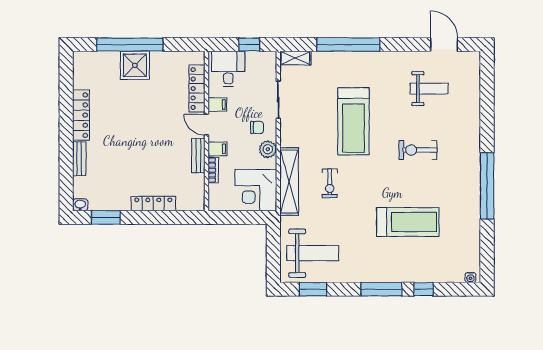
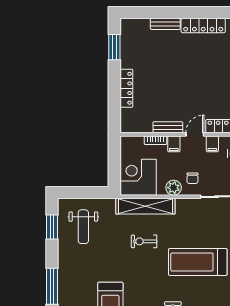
washbasin: (80, 205) -> (125, 25), removed
weight bench: (313, 253) -> (83, 227), width x0.73, depth x0.75

